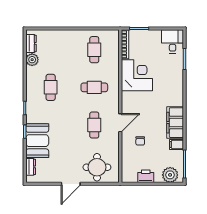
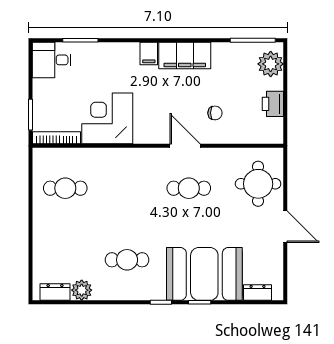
cafe table: (94, 87) -> (127, 188), removed
booth: (37, 141) -> (204, 274), width x1.36, depth x1.42
filing cabinet: (176, 144) -> (149, 53), moved

